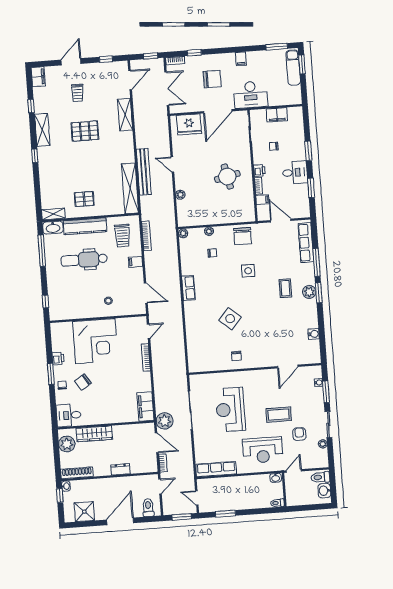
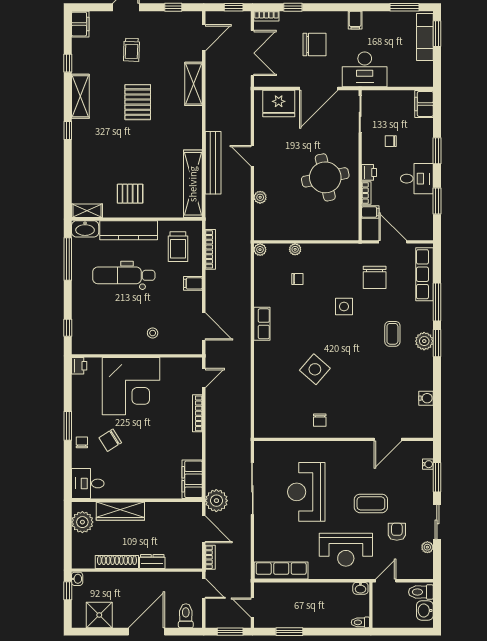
filing cabinet: (277, 115) -> (424, 104), moved, turned 90
pallet: (85, 131) -> (138, 102), turned 90
round table: (227, 176) -> (325, 177), width x1.36, depth x1.36
chair: (243, 236) -> (375, 277), moved
printer: (58, 358) -> (79, 366), moved
shoe rack: (77, 473) -> (117, 562), moved
door: (160, 486) -> (204, 588), hinge flipped

